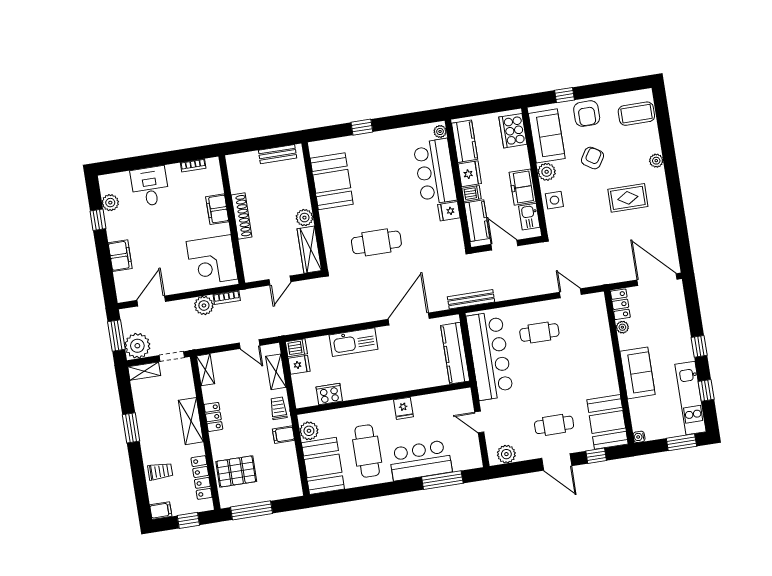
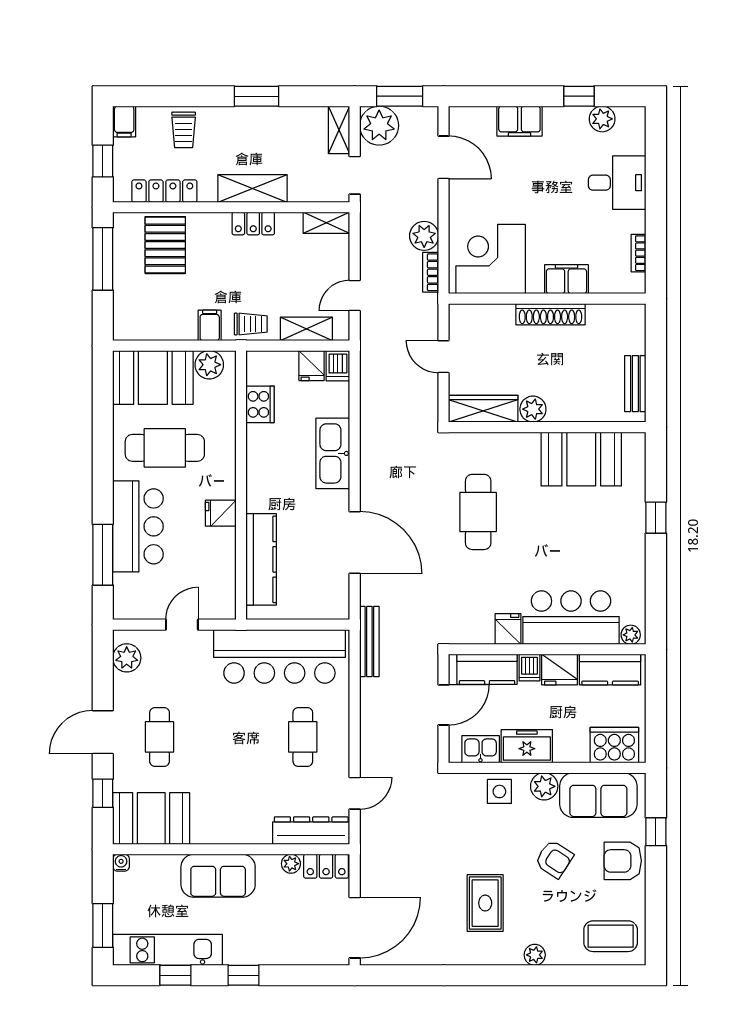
coffee table: (636, 114) -> (611, 936), turned 90
dresser: (599, 317) -> (311, 831), added
kitchen counter: (455, 353) -> (261, 559), moved, turned 90

